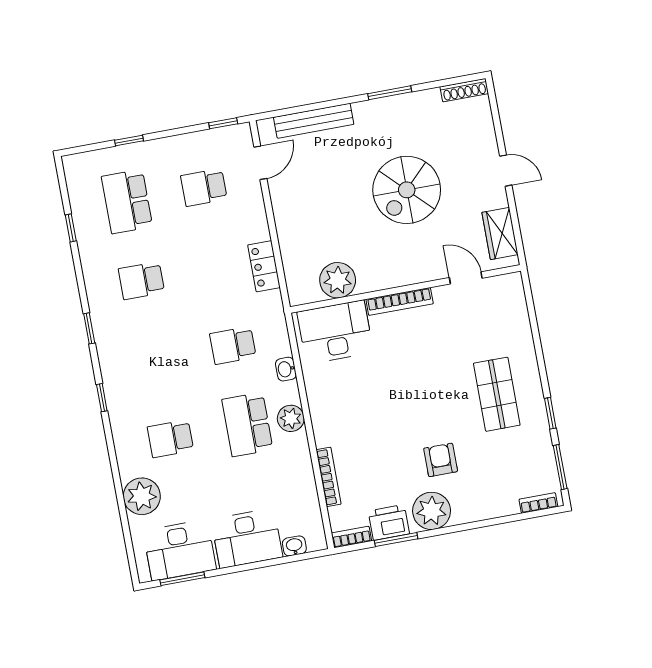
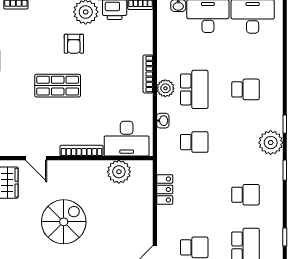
shop shelf: (497, 394) -> (58, 86), moved, turned 90
bookcase: (329, 477) -> (148, 74), moved
plant: (142, 496) -> (271, 143), moved

